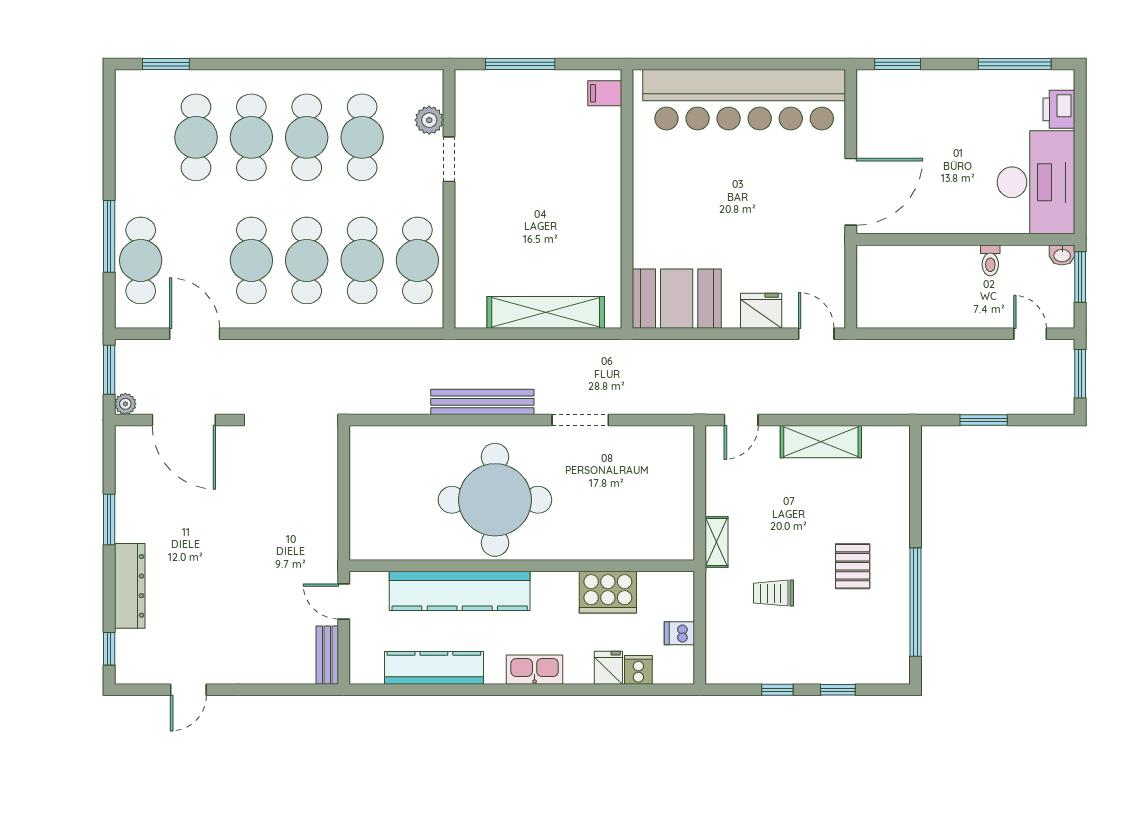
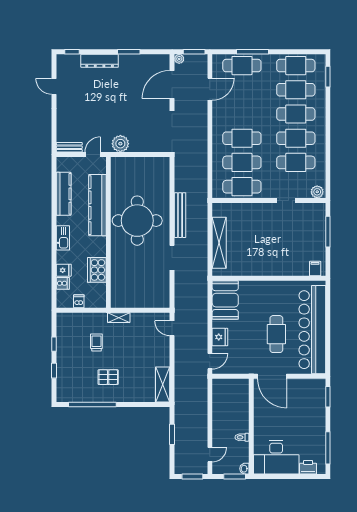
plant: (429, 120) -> (317, 192), moved
cafe table: (754, 182) -> (276, 334), added
cafe table: (251, 260) -> (296, 66), moved
shelving: (821, 442) -> (163, 385), moved
plant: (319, 538) -> (120, 144), added

